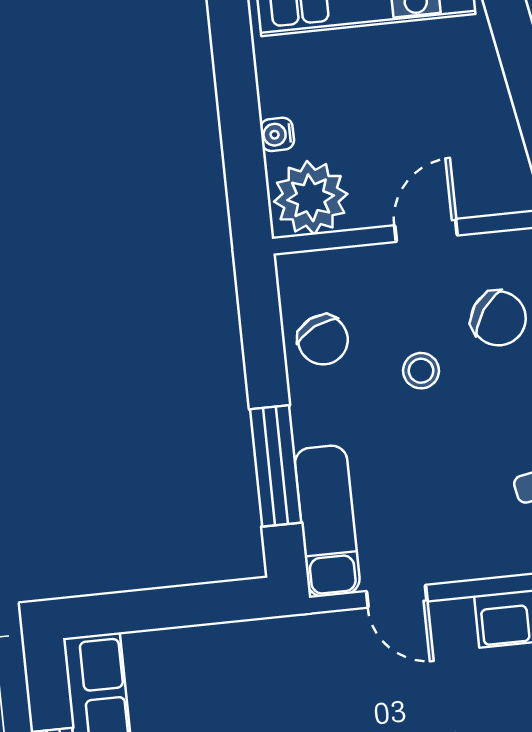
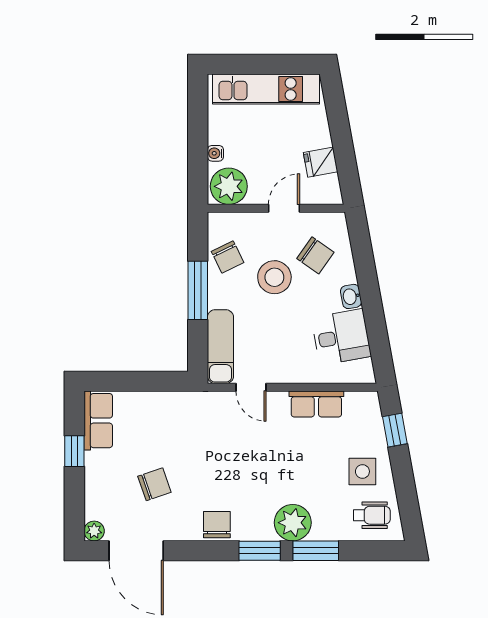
fridge: (490, 130) -> (321, 162), added
stool: (421, 371) -> (274, 277), width x1.89, depth x1.89
window: (276, 466) -> (198, 290), moved

